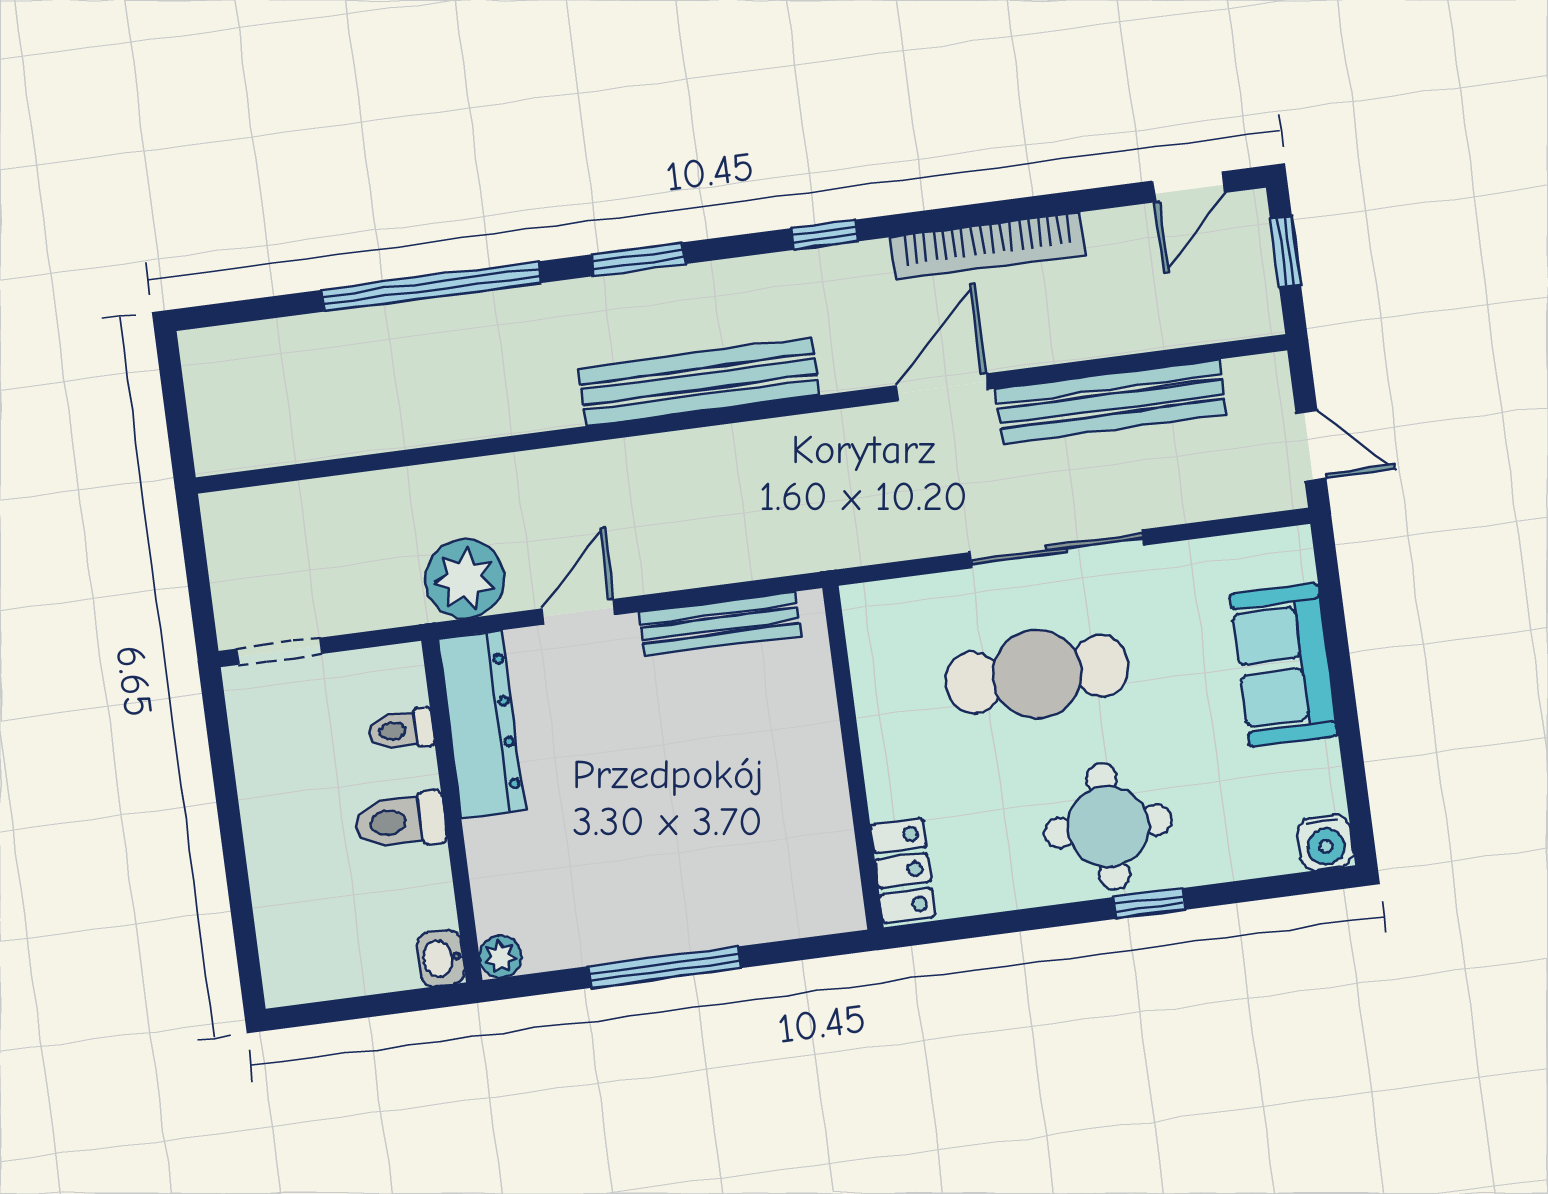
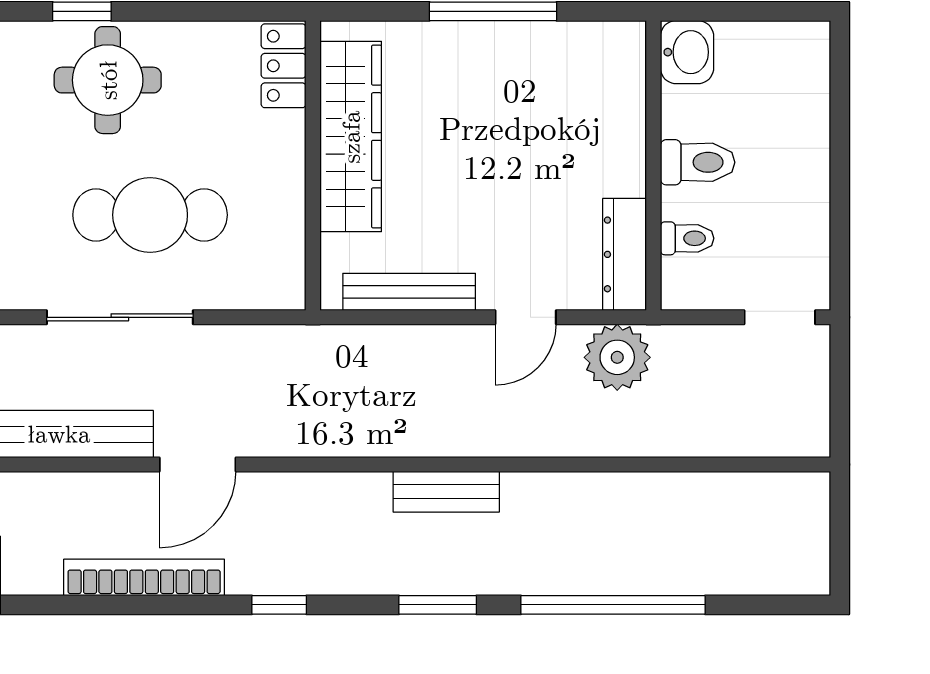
bench: (699, 382) -> (446, 492), width x0.54, depth x0.82
dresser: (481, 724) -> (625, 254), width x0.73, depth x0.80
wardrobe: (813, 798) -> (351, 137), added
plant: (500, 957) -> (629, 38), removed
washbasin: (441, 958) -> (687, 52), width x1.38, depth x1.45

